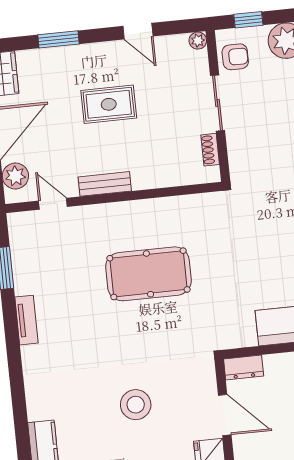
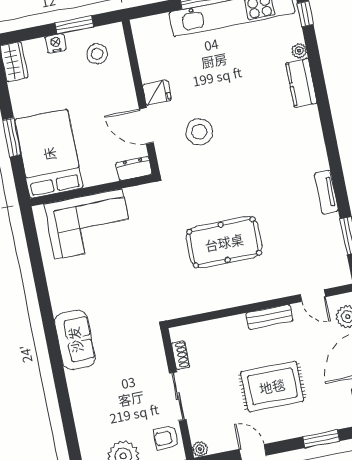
rug: (109, 104) -> (272, 386), width x1.36, depth x1.43
stool: (136, 405) -> (199, 132), moved

